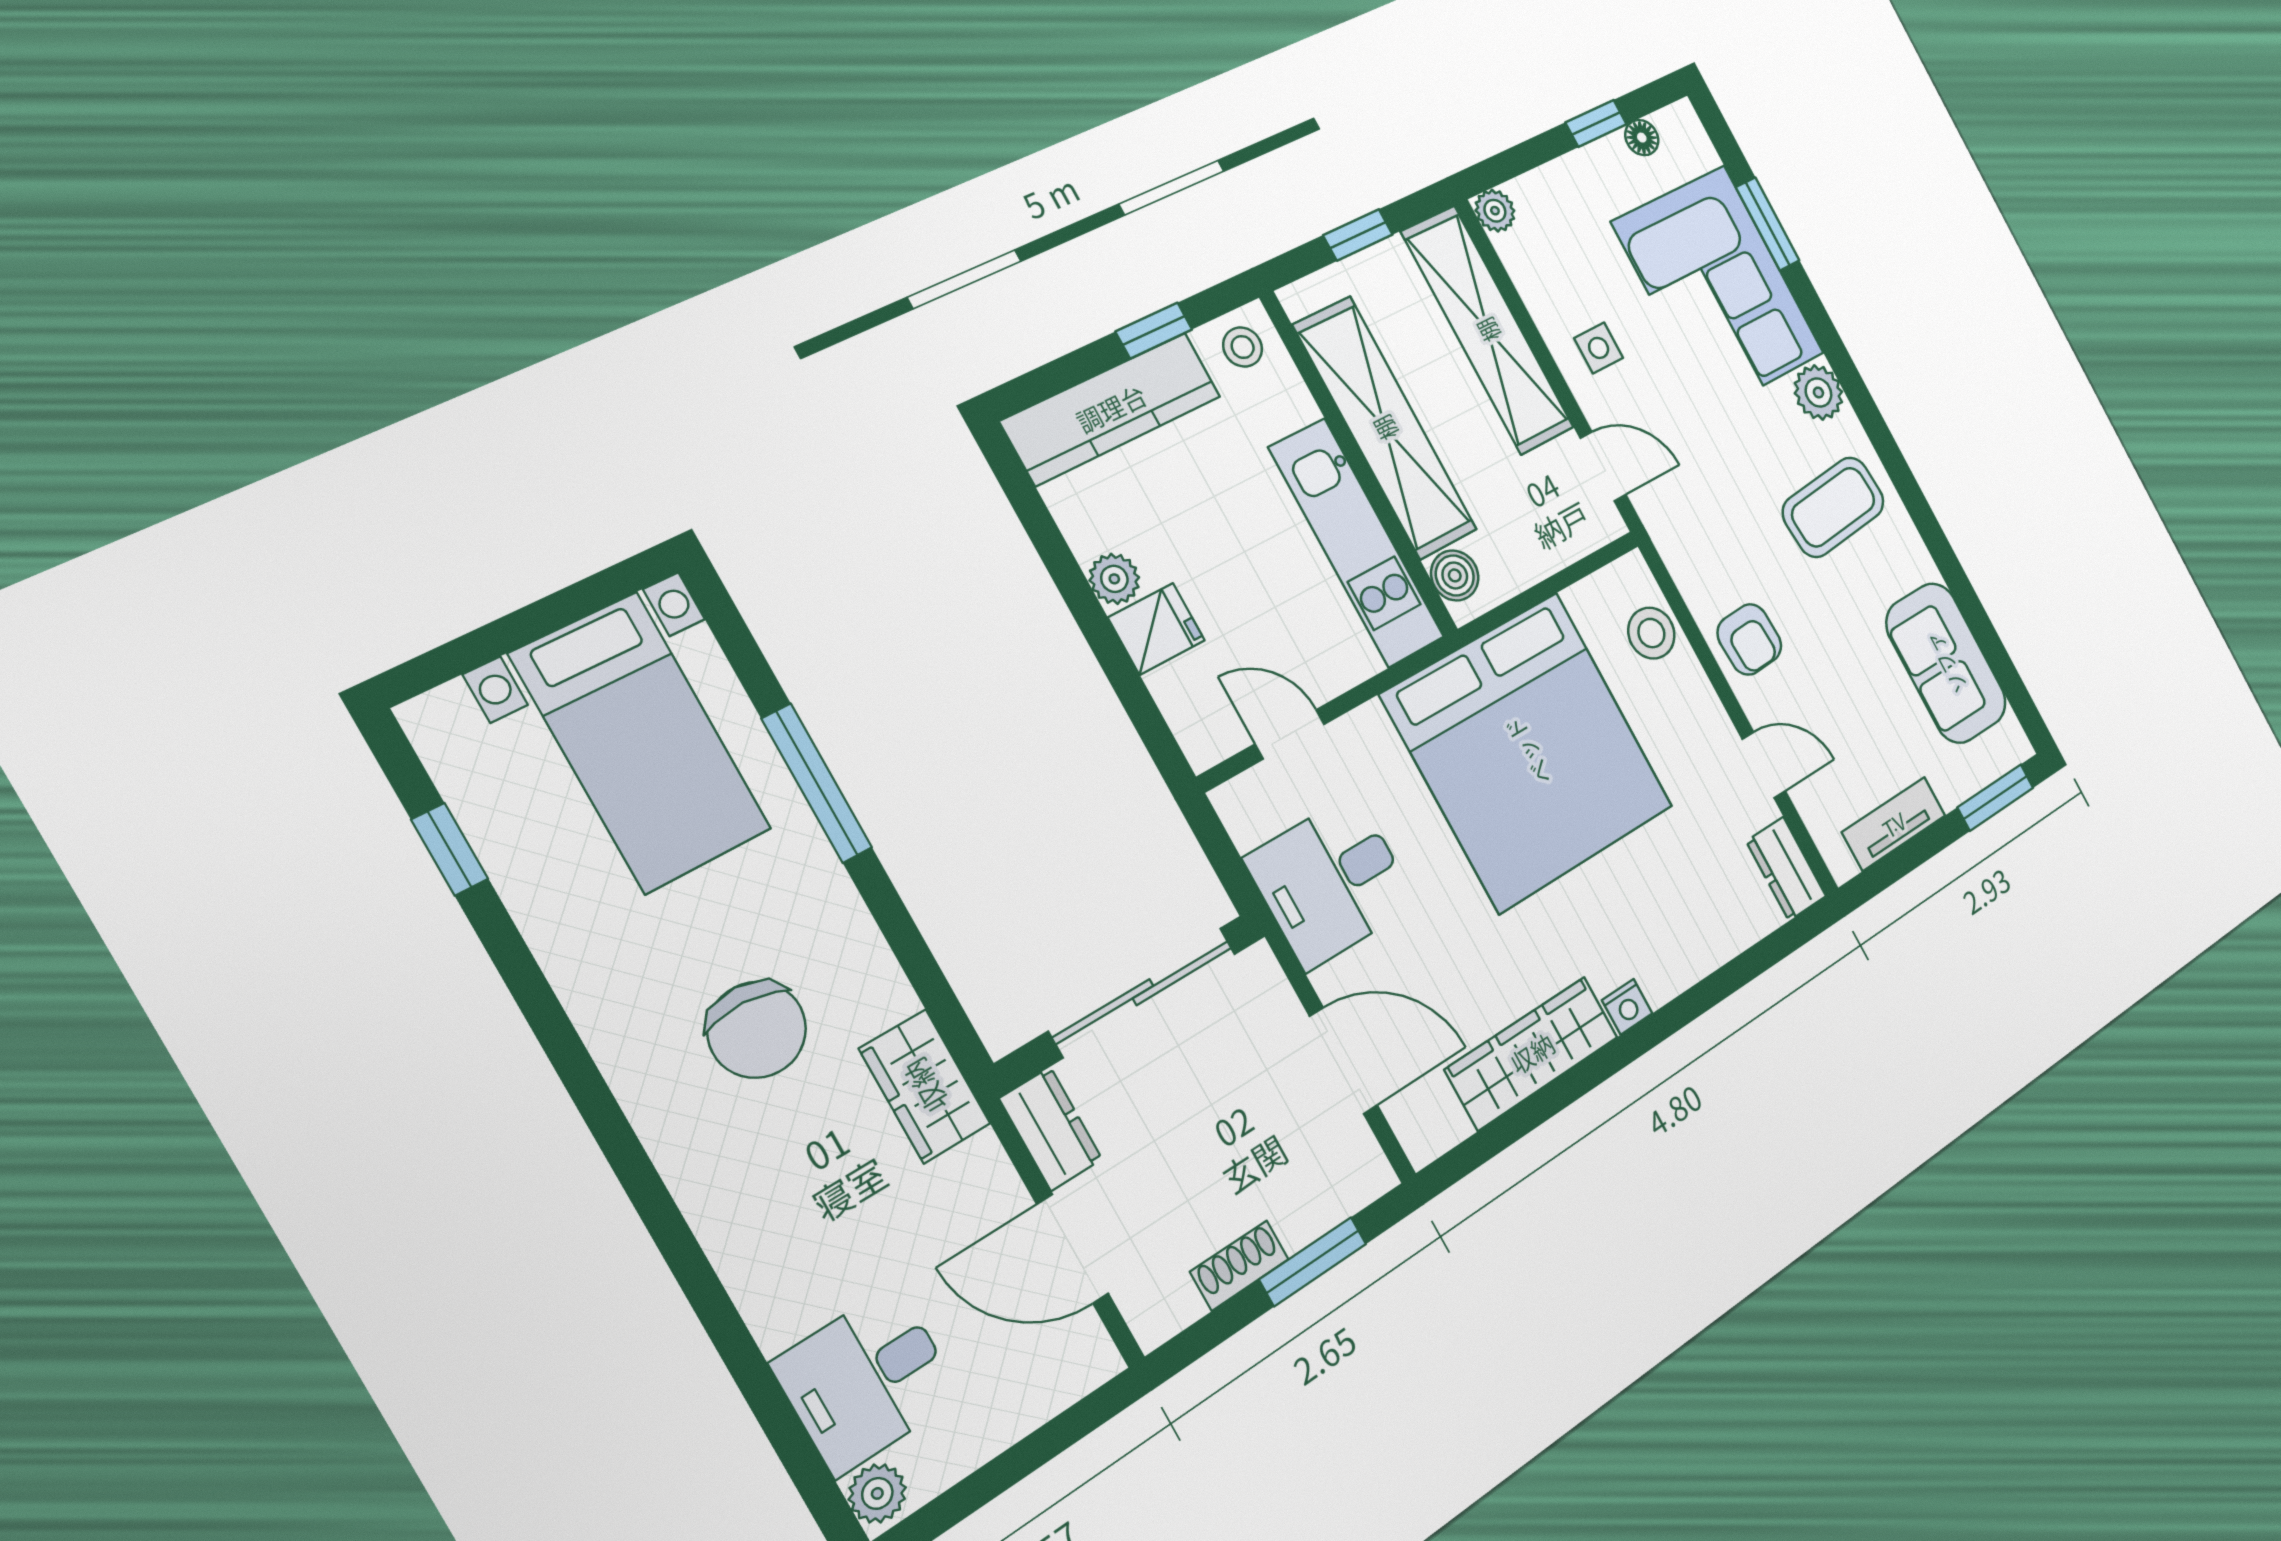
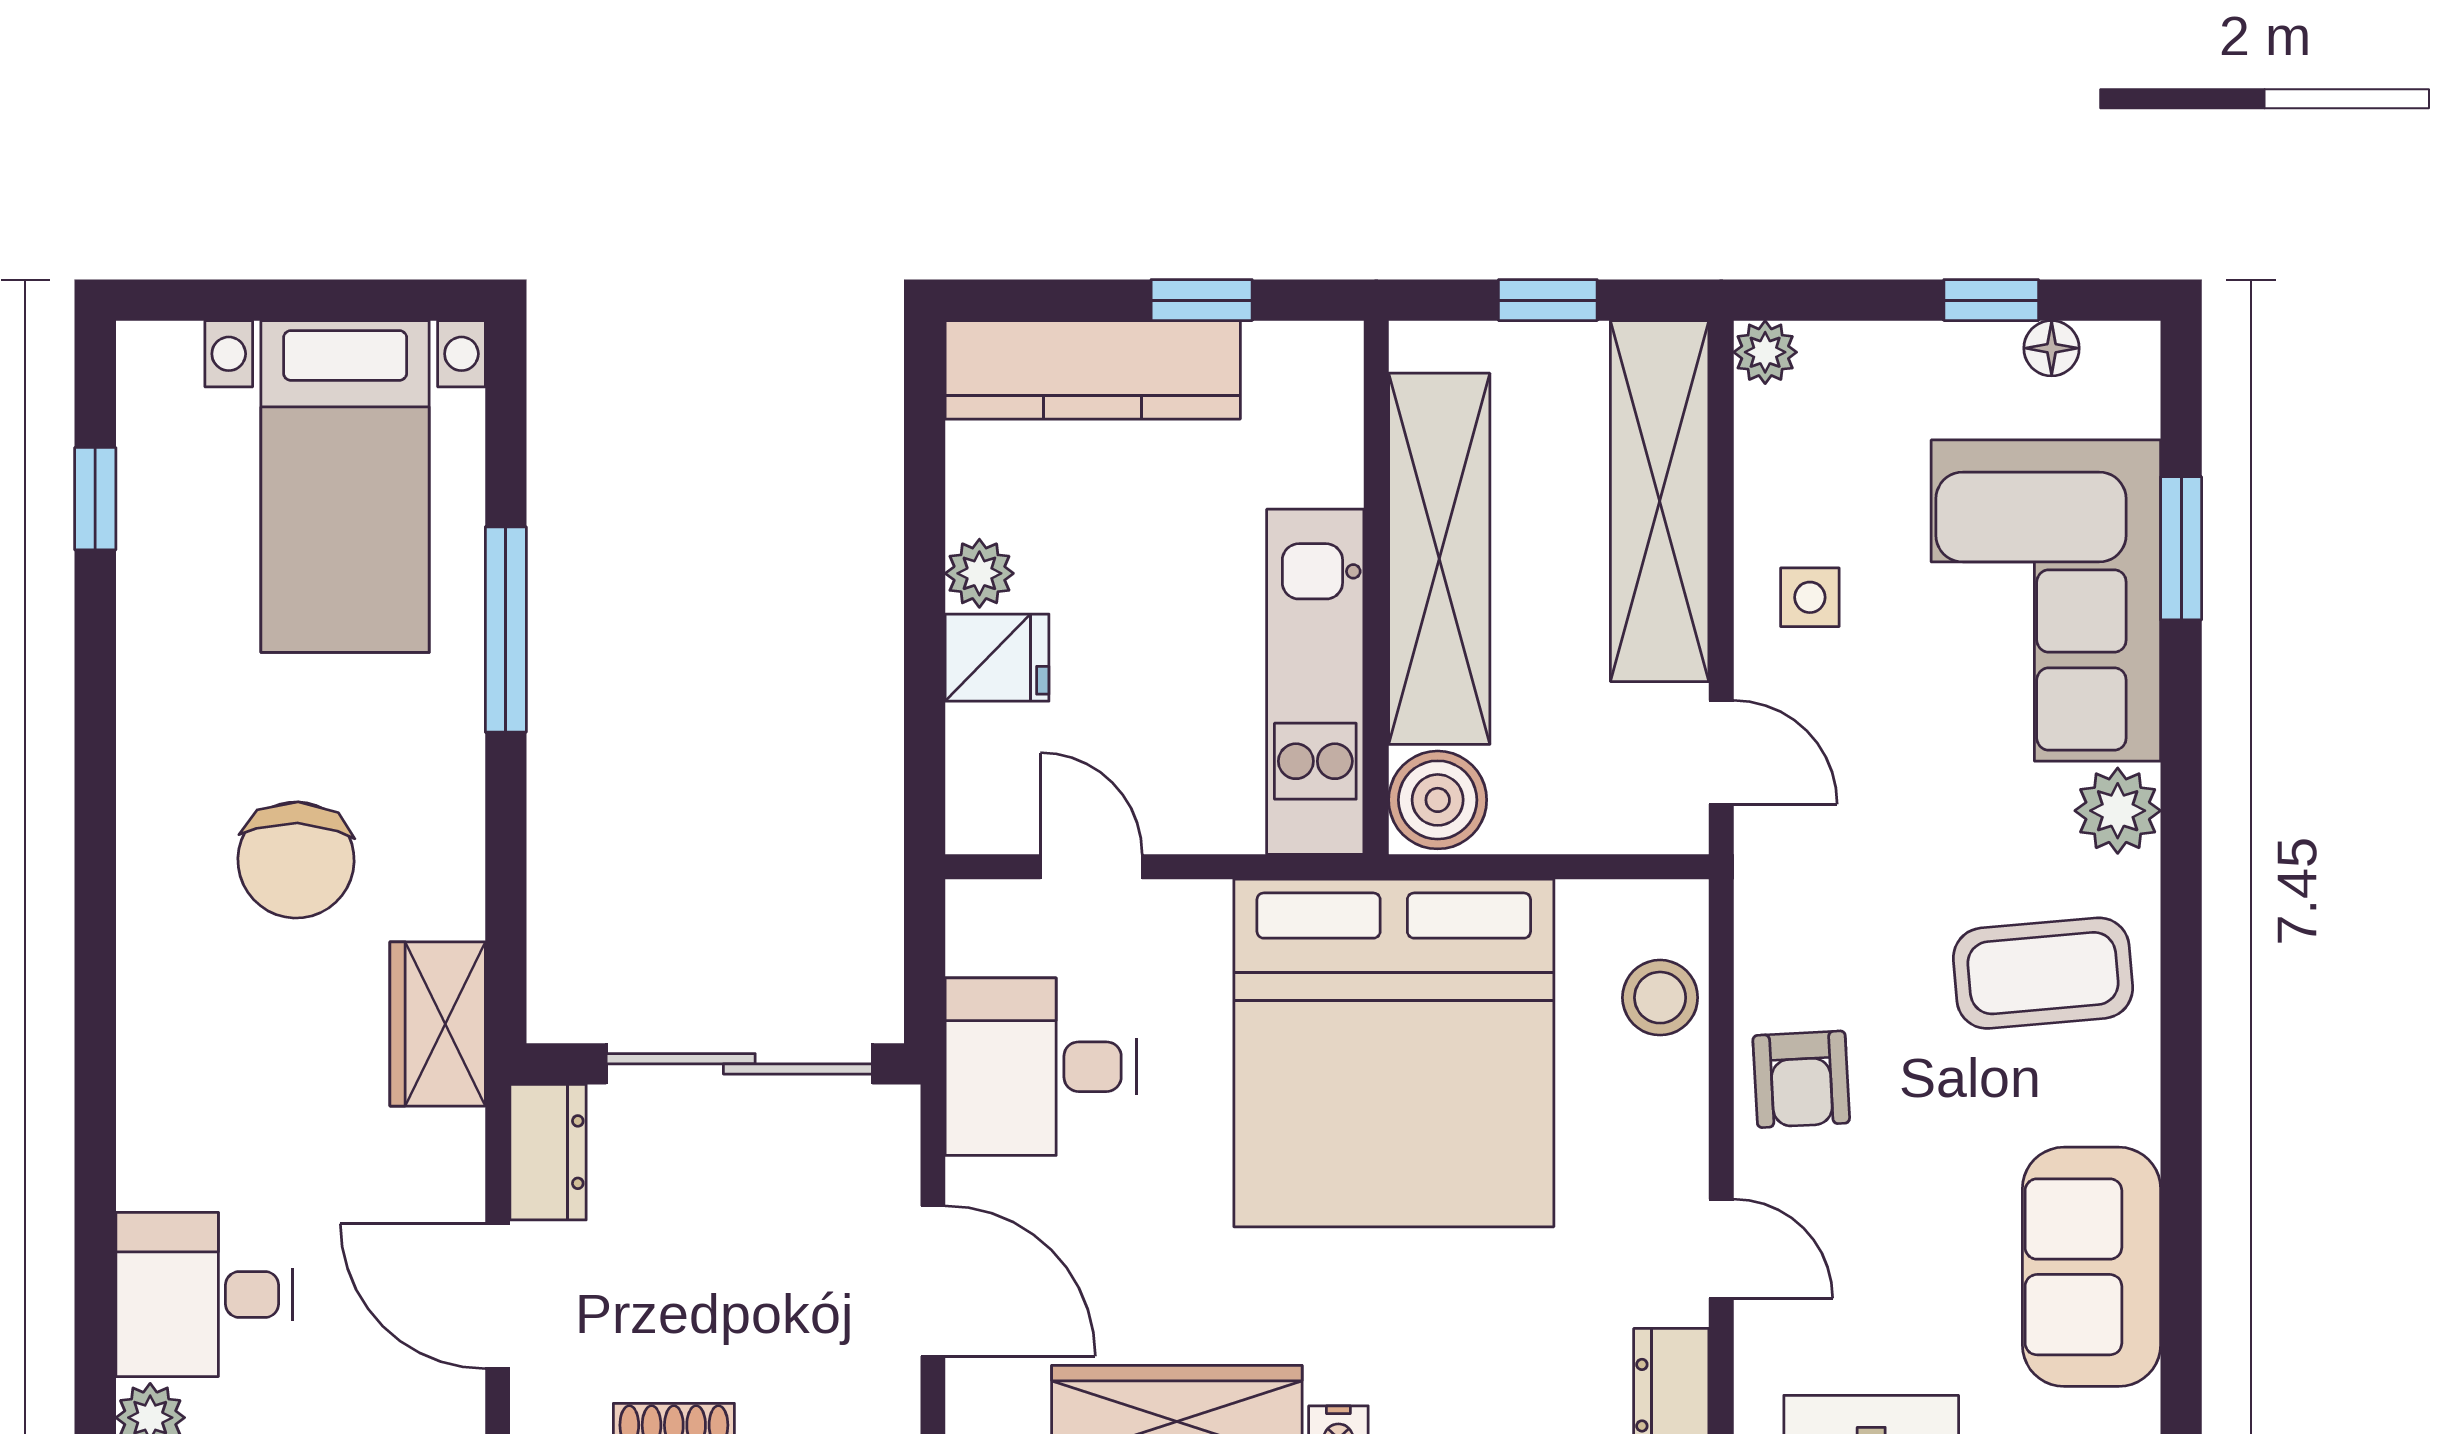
stool: (1243, 347) -> (1306, 372), removed
boiler: (1455, 575) -> (1438, 800), width x1.36, depth x1.36

